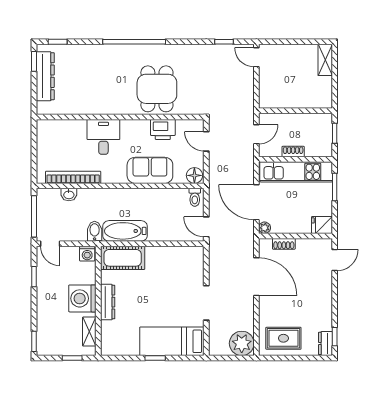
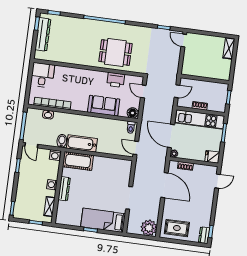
dining table: (157, 89) -> (115, 53), turned 90
desk: (103, 137) -> (42, 75), moved
washing machine: (82, 298) -> (52, 185), width x0.53, depth x0.53

